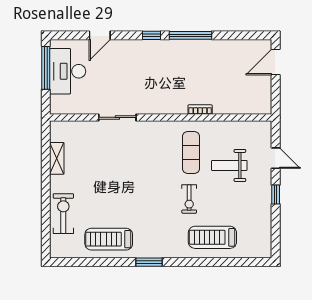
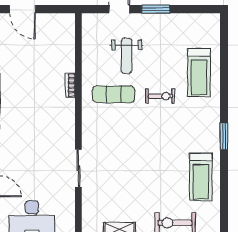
window: (276, 195) -> (156, 9), width x1.50

